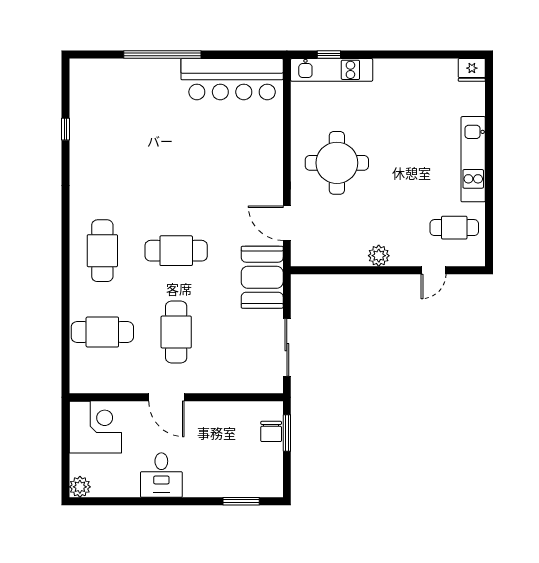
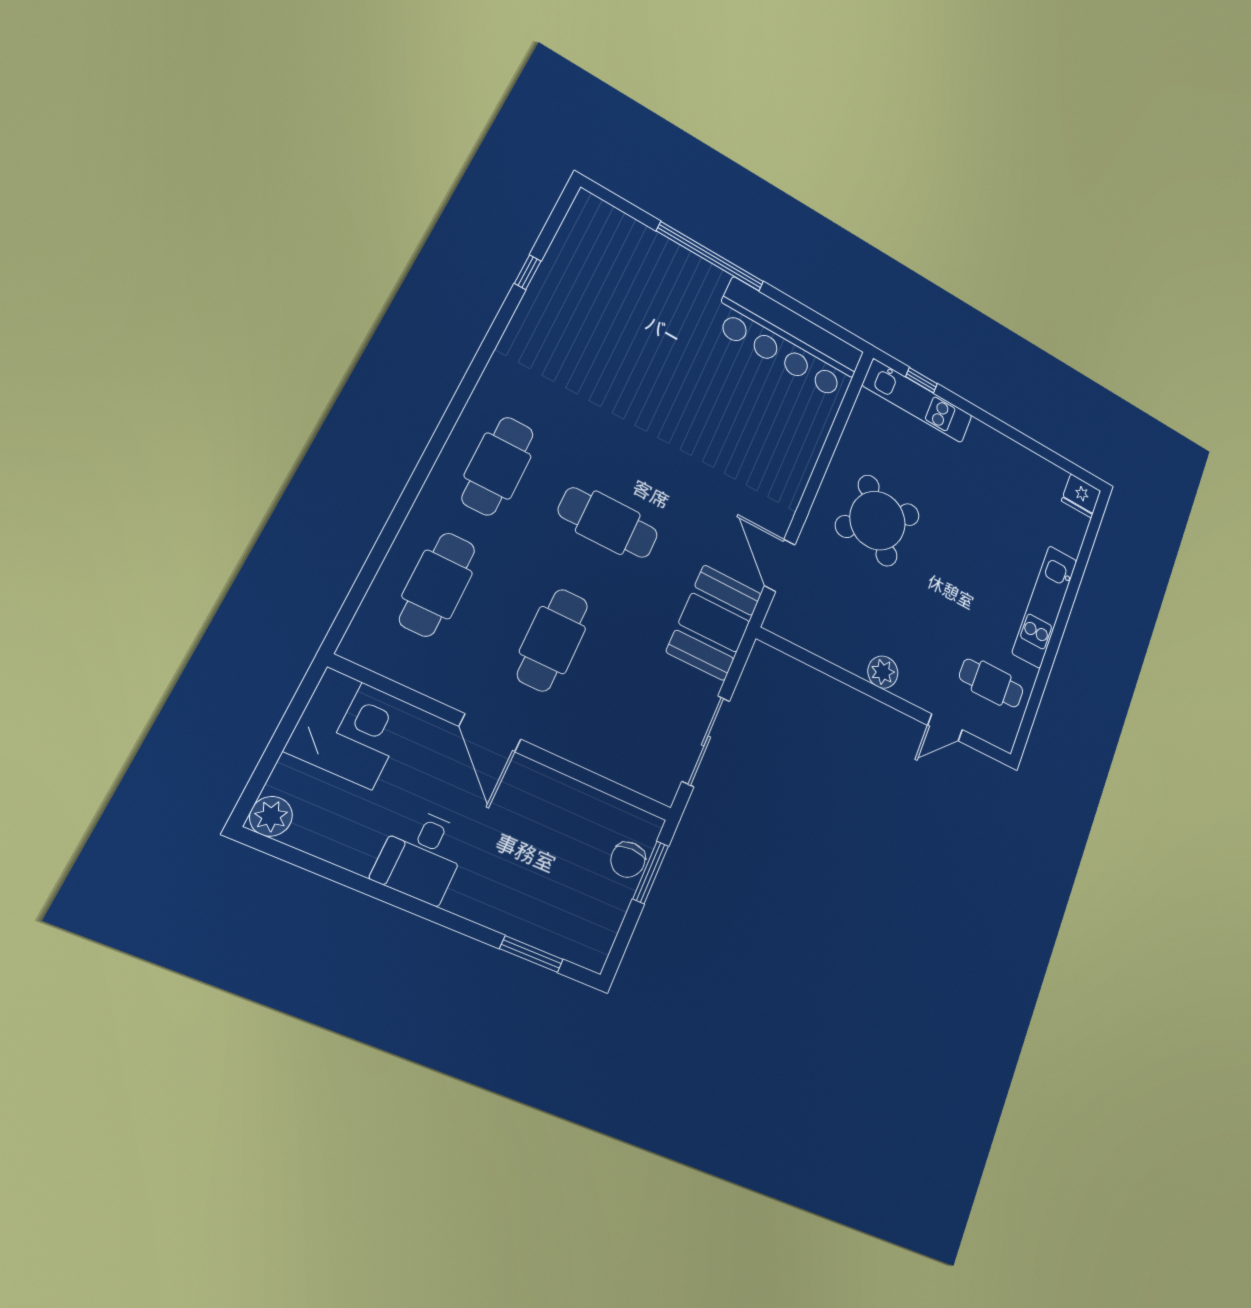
round table: (337, 163) -> (878, 521), turned -38
cafe table: (102, 332) -> (437, 584), turned 90

